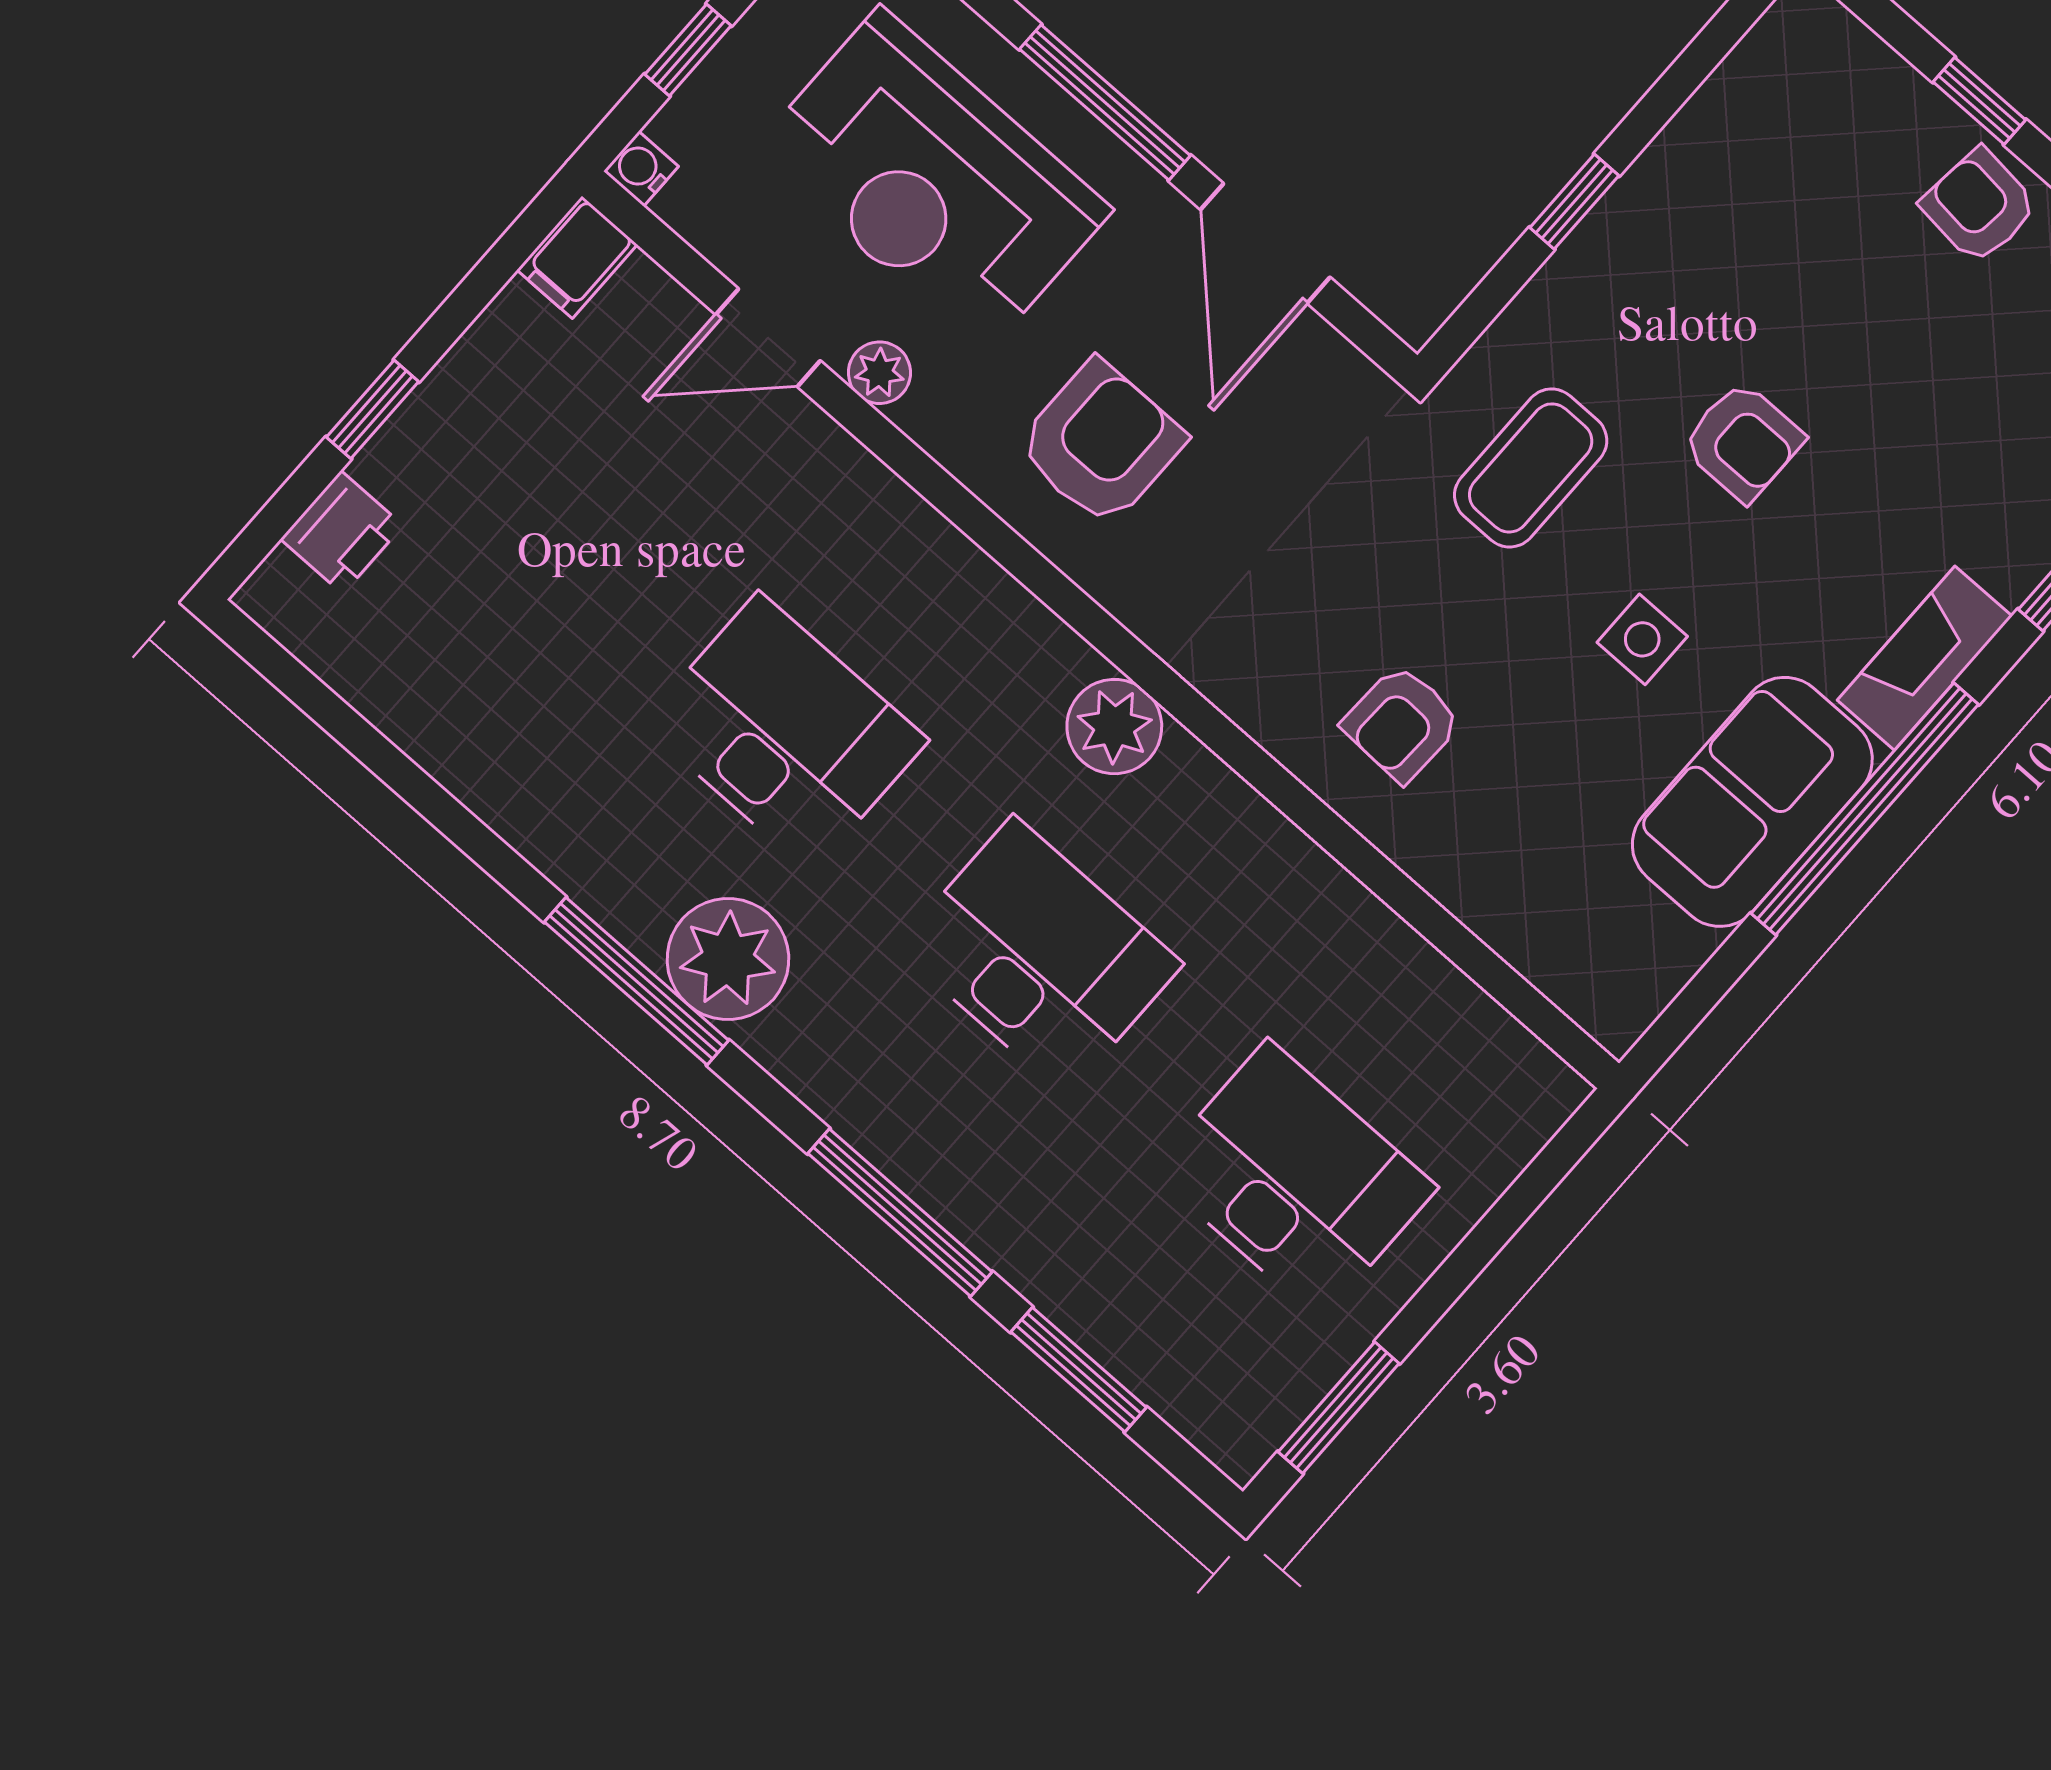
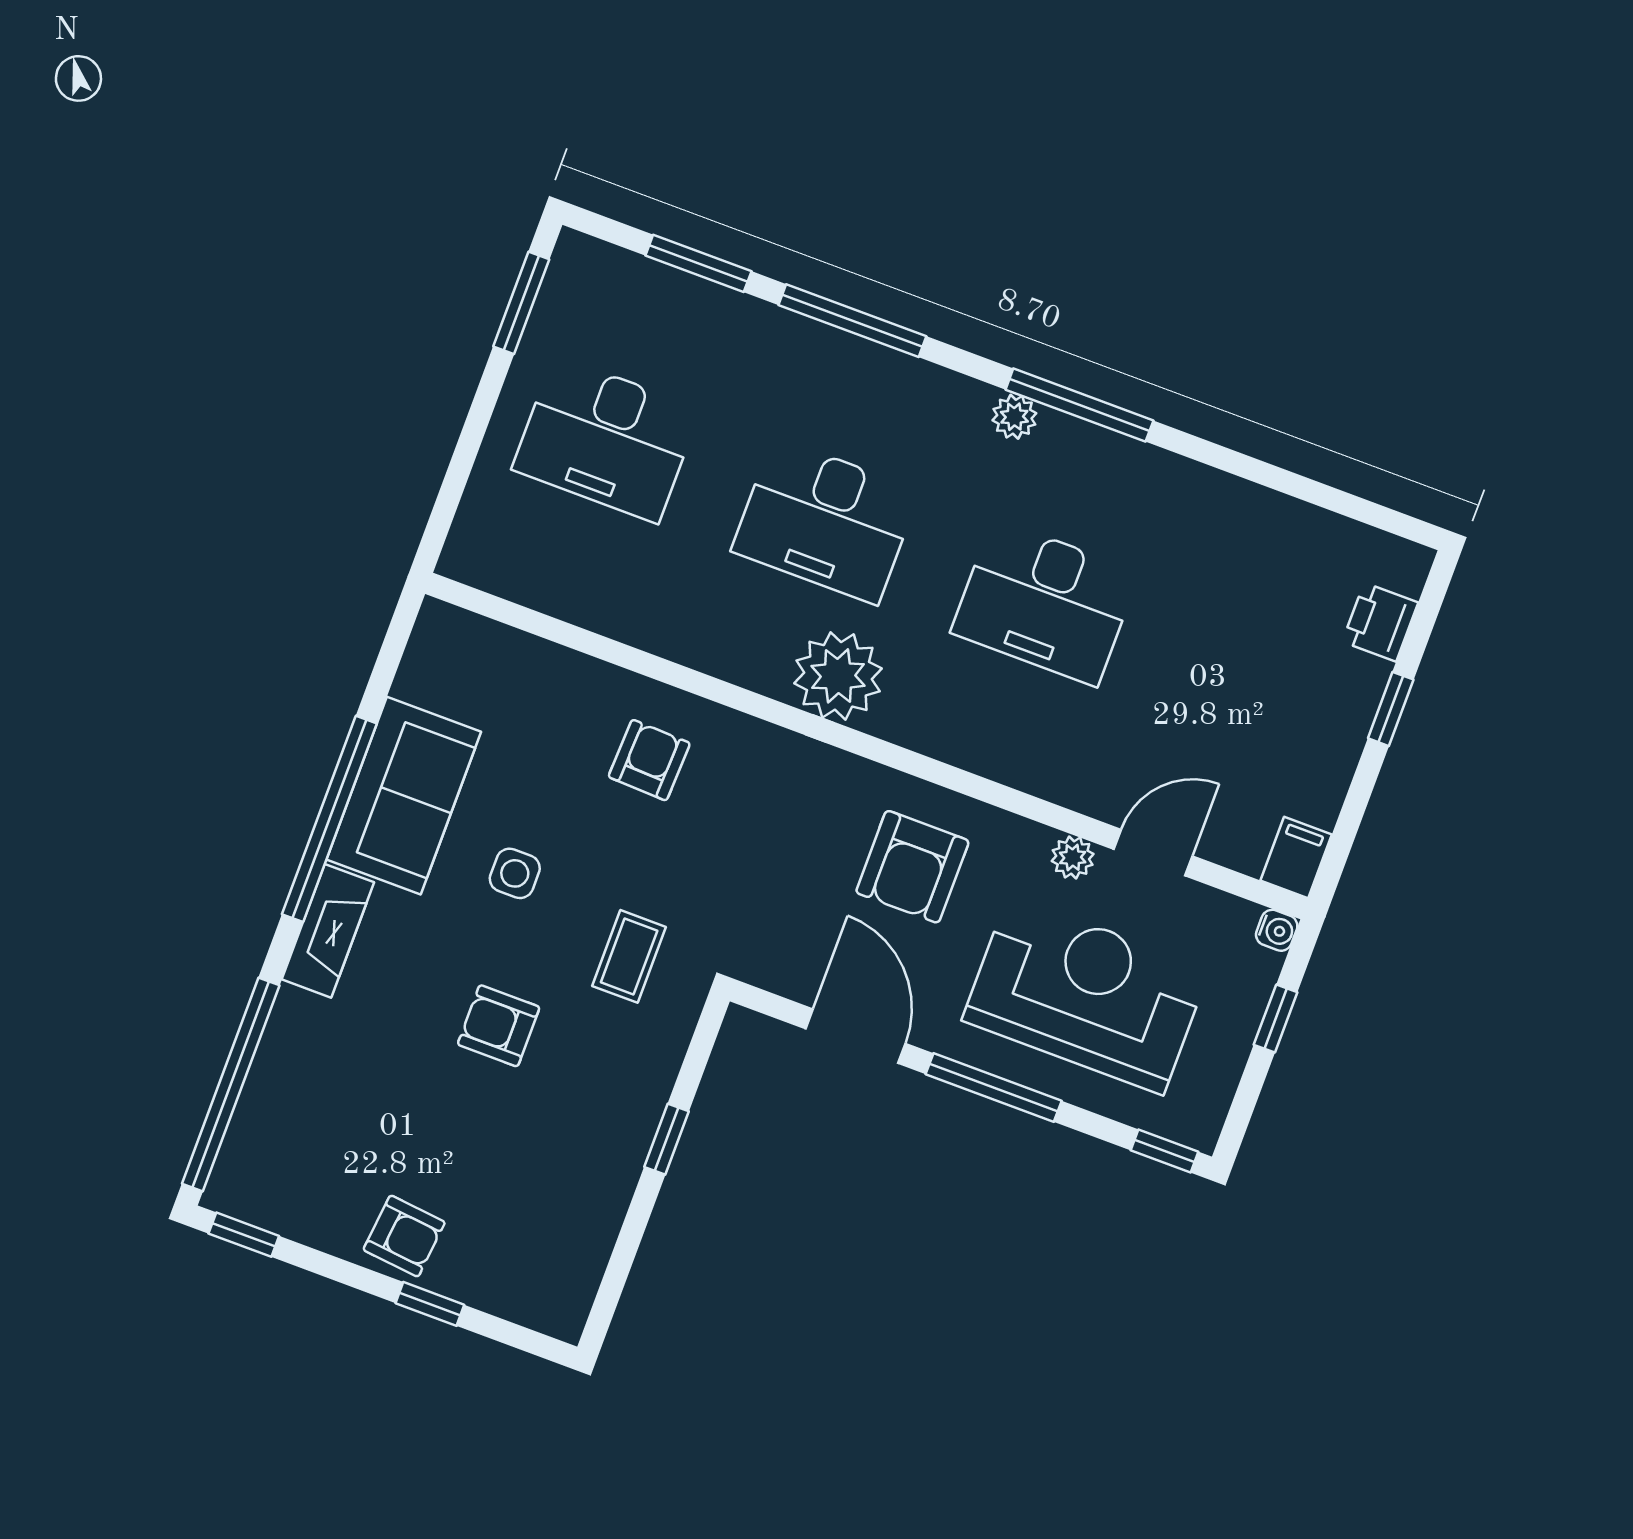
coffee table: (1531, 468) -> (629, 956), width x0.73, depth x0.77
plant: (1114, 727) -> (838, 676), width x1.36, depth x1.36
plant: (728, 959) -> (1014, 417), width x0.53, depth x0.53

